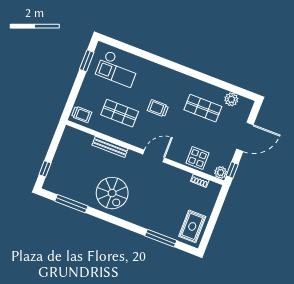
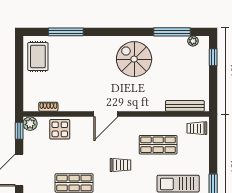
bench: (110, 147) -> (185, 106), moved
plant: (57, 189) -> (193, 41), added

